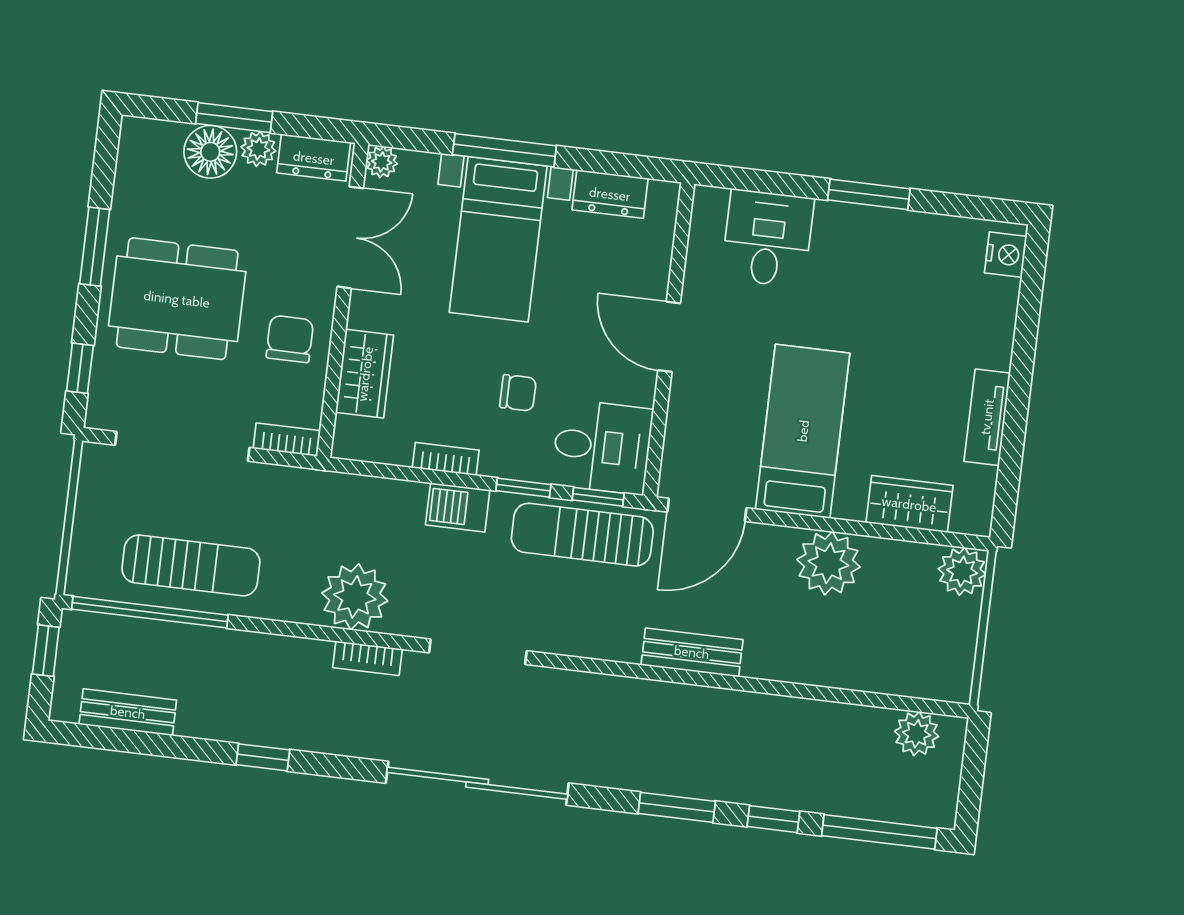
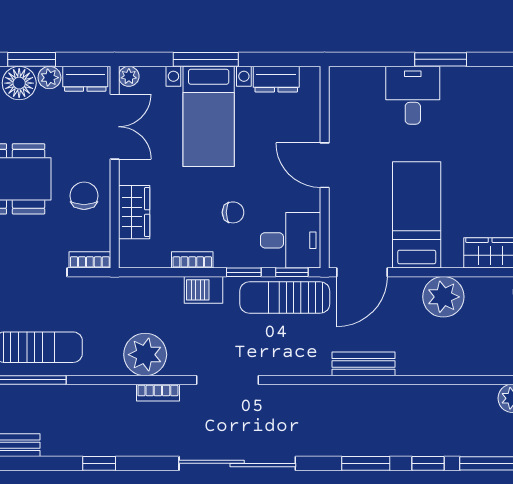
desk: (768, 238) -> (413, 95), moved

